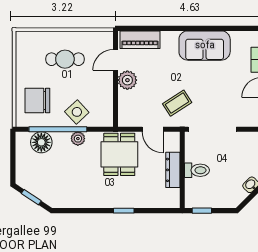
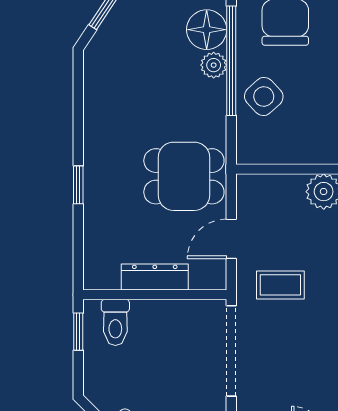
coffee table: (177, 103) -> (280, 285), turned -57
plant: (78, 139) -> (214, 65), moved
toilet: (197, 170) -> (115, 322), moved

